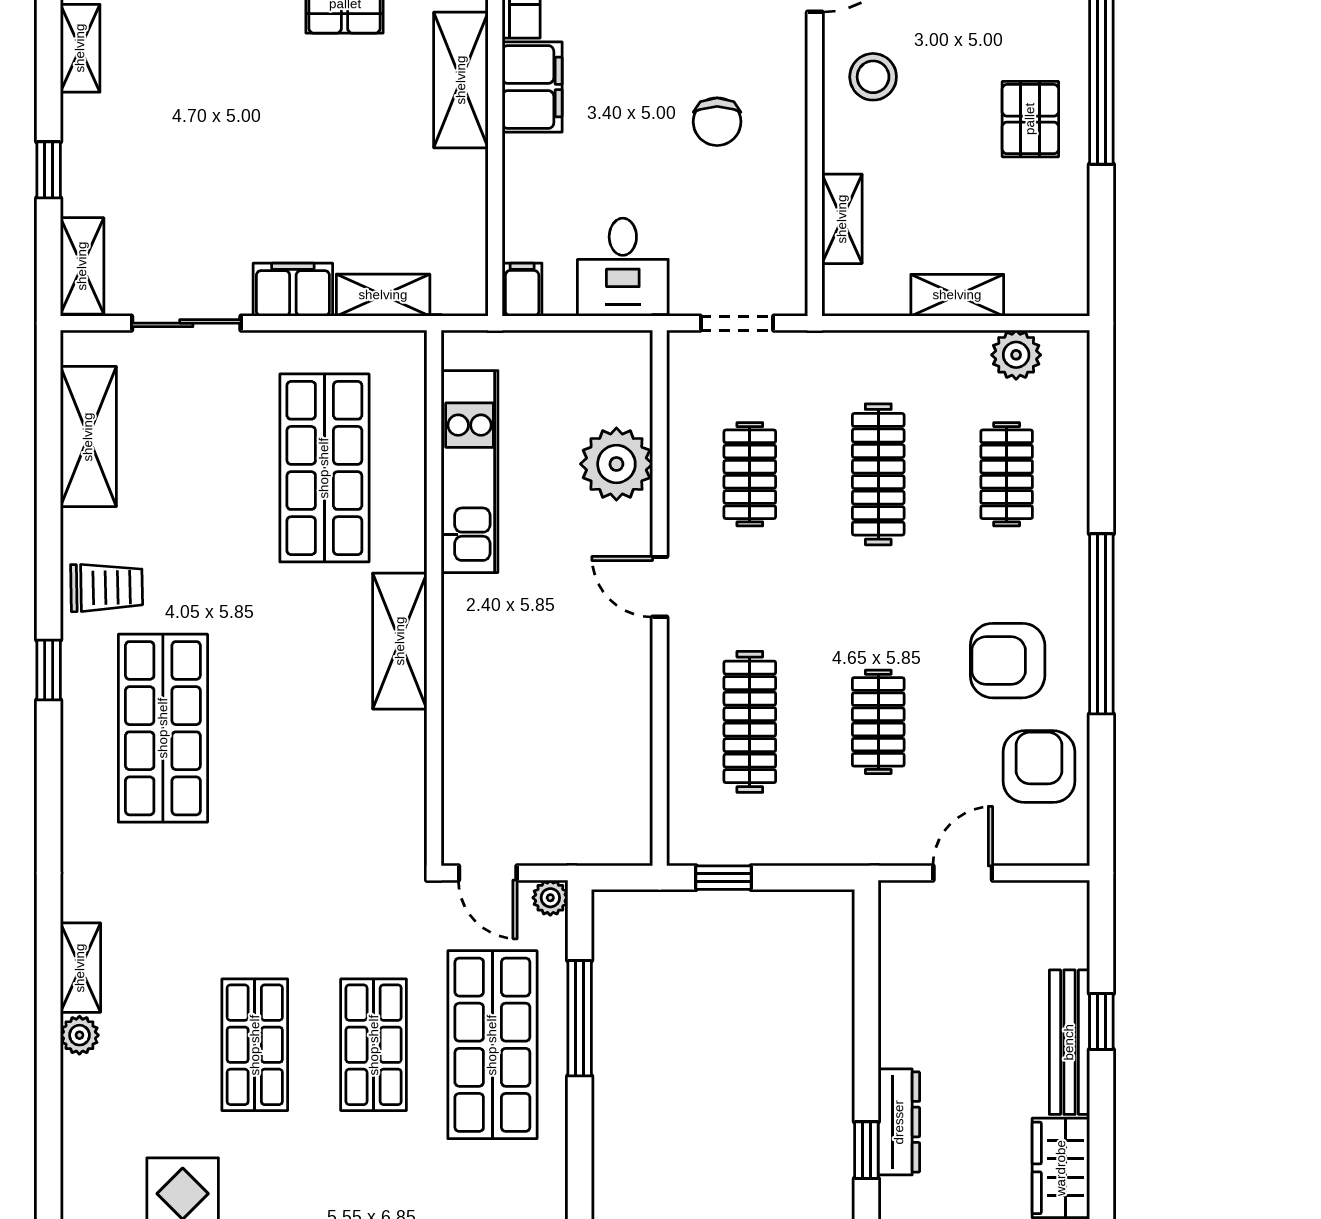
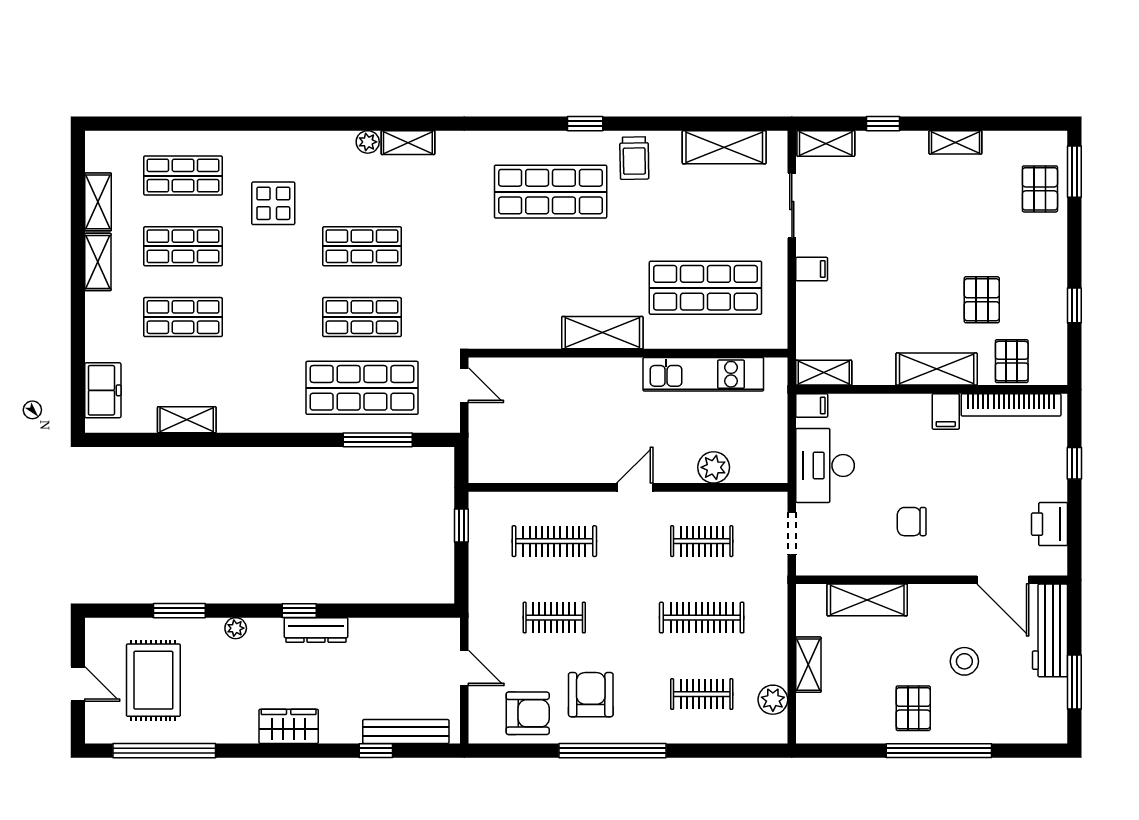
stool: (873, 77) -> (964, 661), moved
filing cabinet: (532, 87) -> (946, 412), width x0.50
pallet: (1030, 119) -> (913, 708), turned 90
shelving: (842, 219) -> (867, 600), width x1.50, depth x1.33
desk: (623, 267) -> (825, 465), width x1.37
filing cabinet: (293, 290) -> (812, 269), width x0.50
shelving: (383, 295) -> (824, 373), moved, turned 90
plant: (616, 464) -> (714, 467), width x0.73, depth x0.73
door: (488, 873) -> (464, 385), swing flipped
plant: (550, 898) -> (450, 422), removed
bench: (1069, 1042) -> (406, 731), moved

